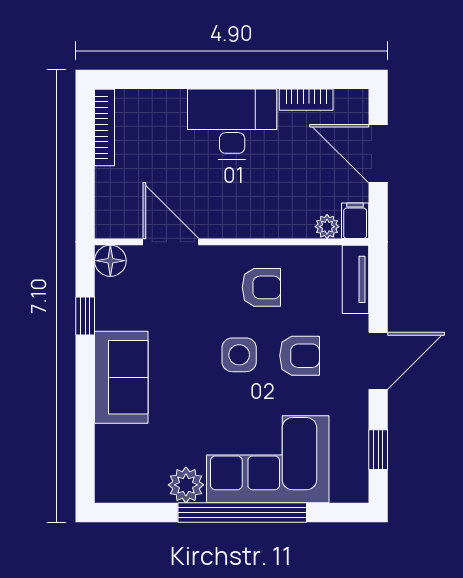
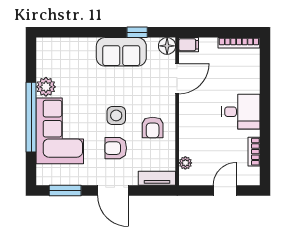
desk: (232, 124) -> (241, 112), width x0.73
door: (378, 154) -> (225, 191), width x0.73
filing cabinet: (355, 221) -> (189, 45), moved
armchair: (300, 356) -> (116, 148), turned 90
sofa: (121, 377) -> (121, 52), moved
window: (378, 450) -> (65, 191), width x1.50

